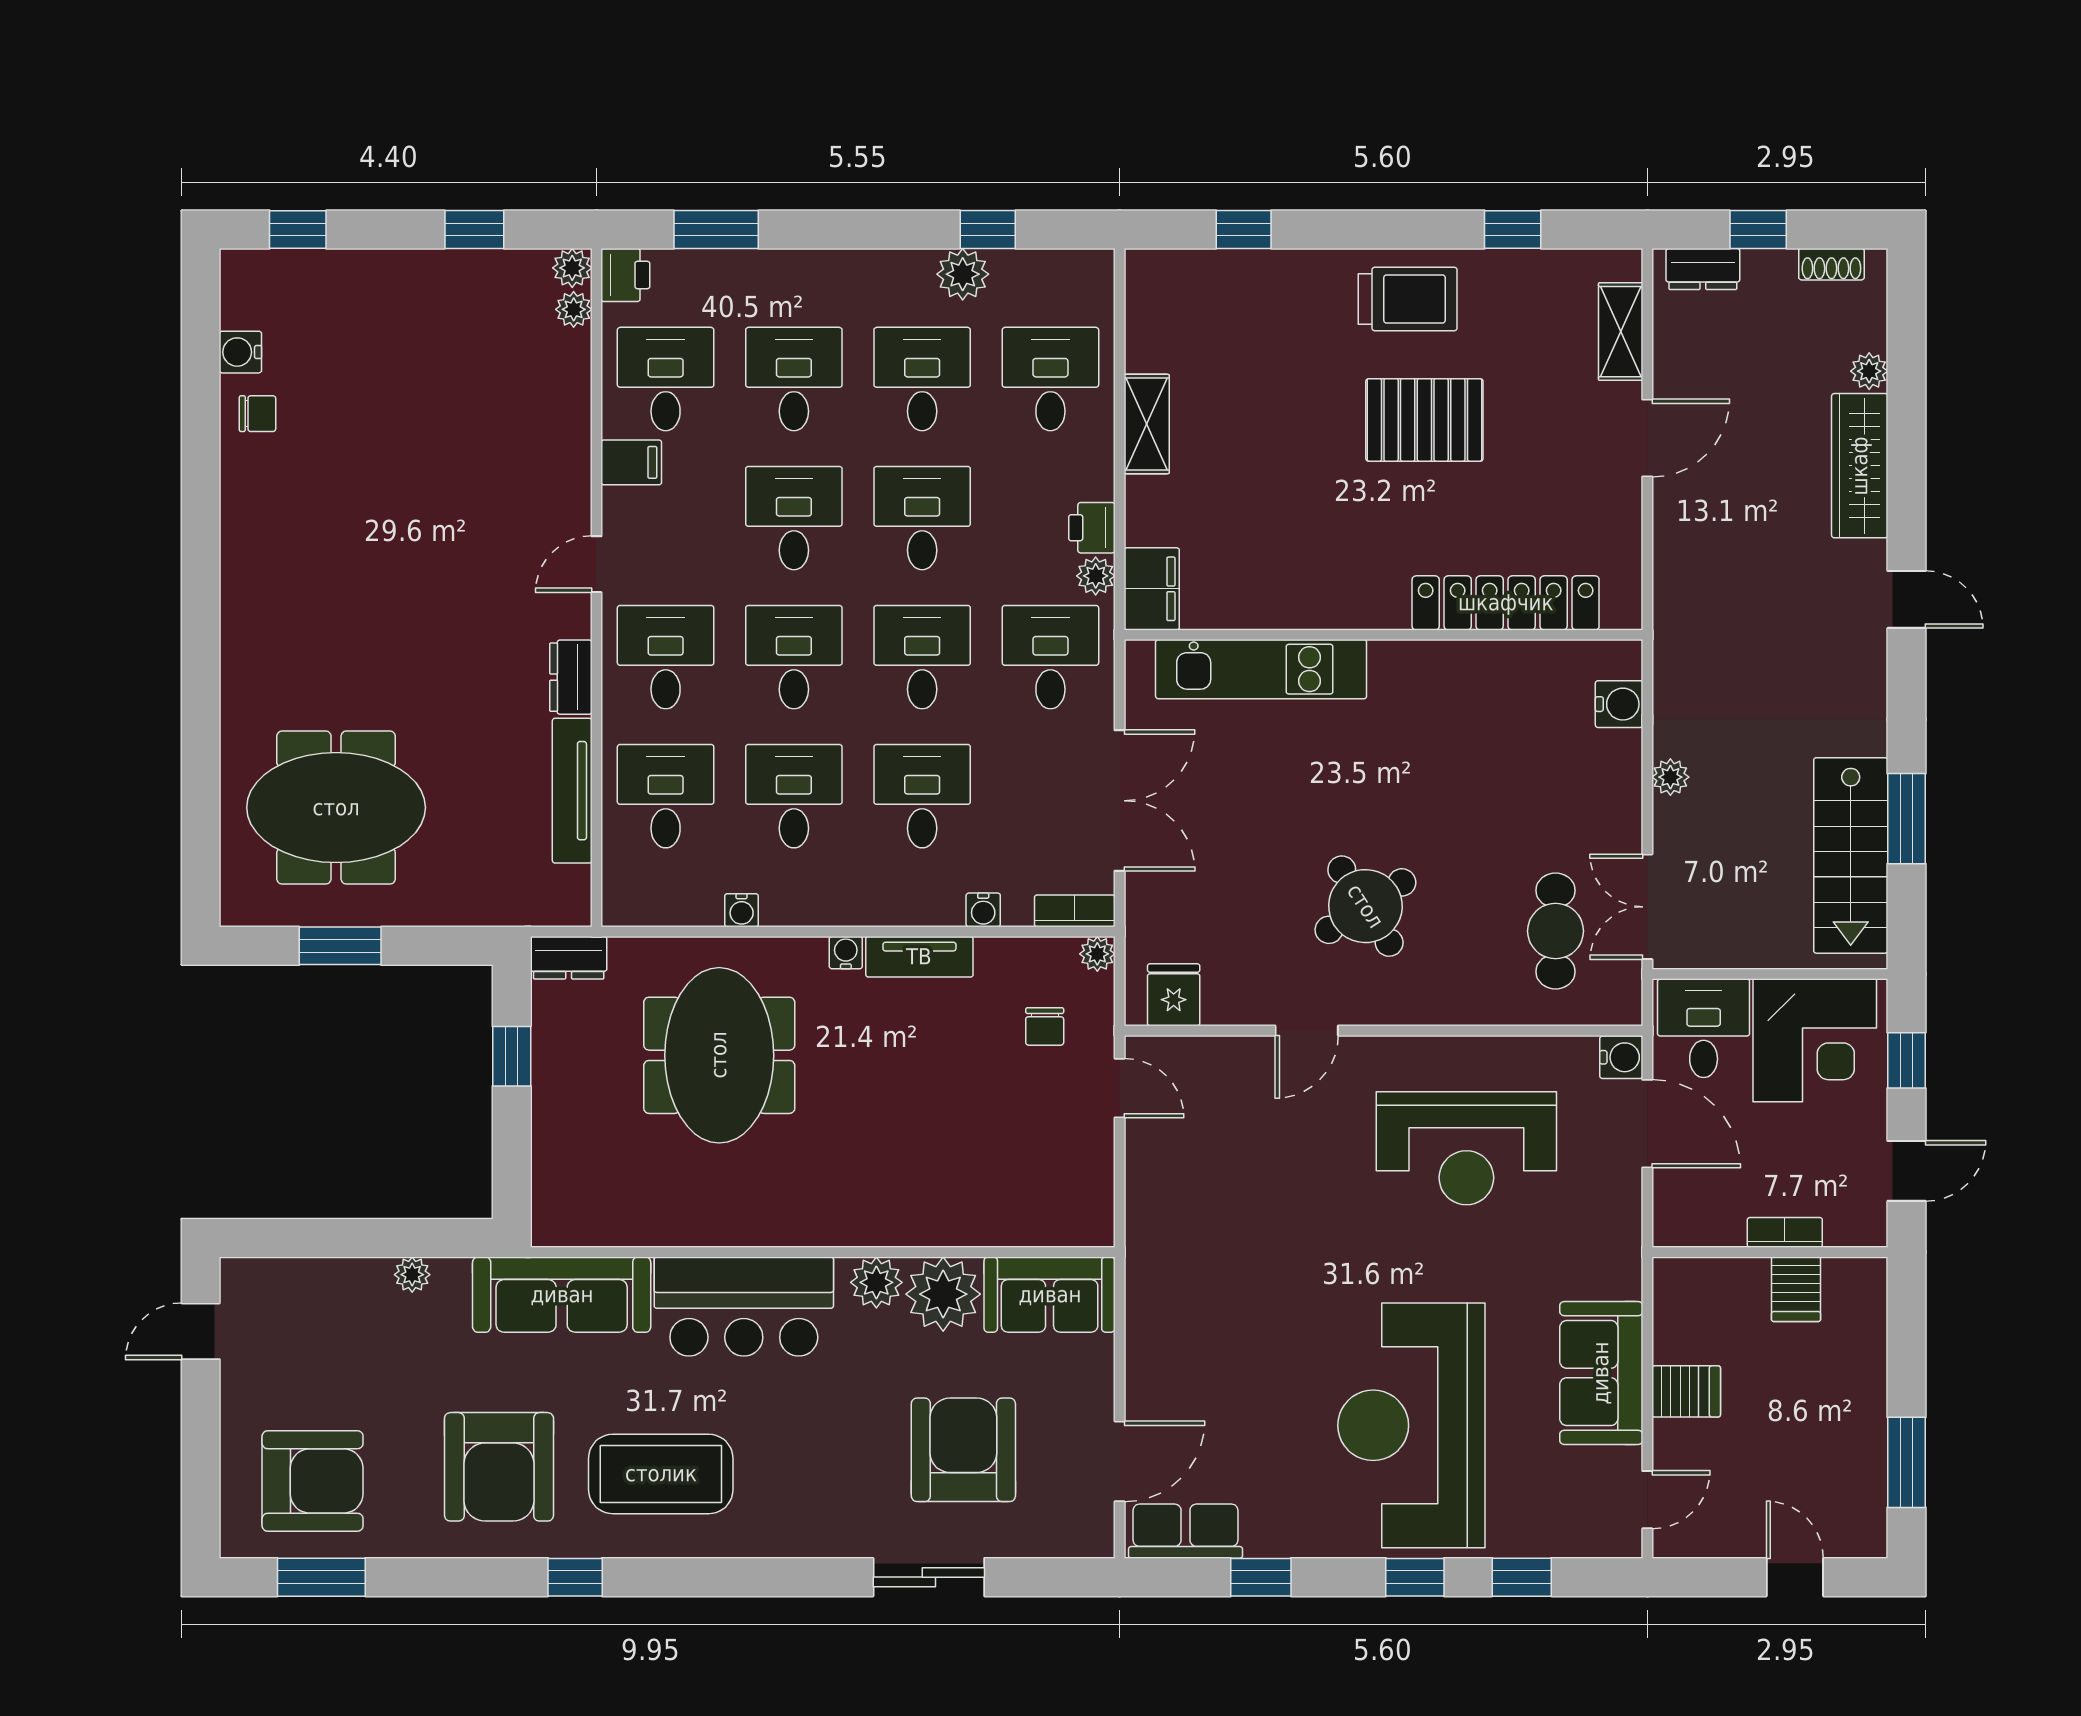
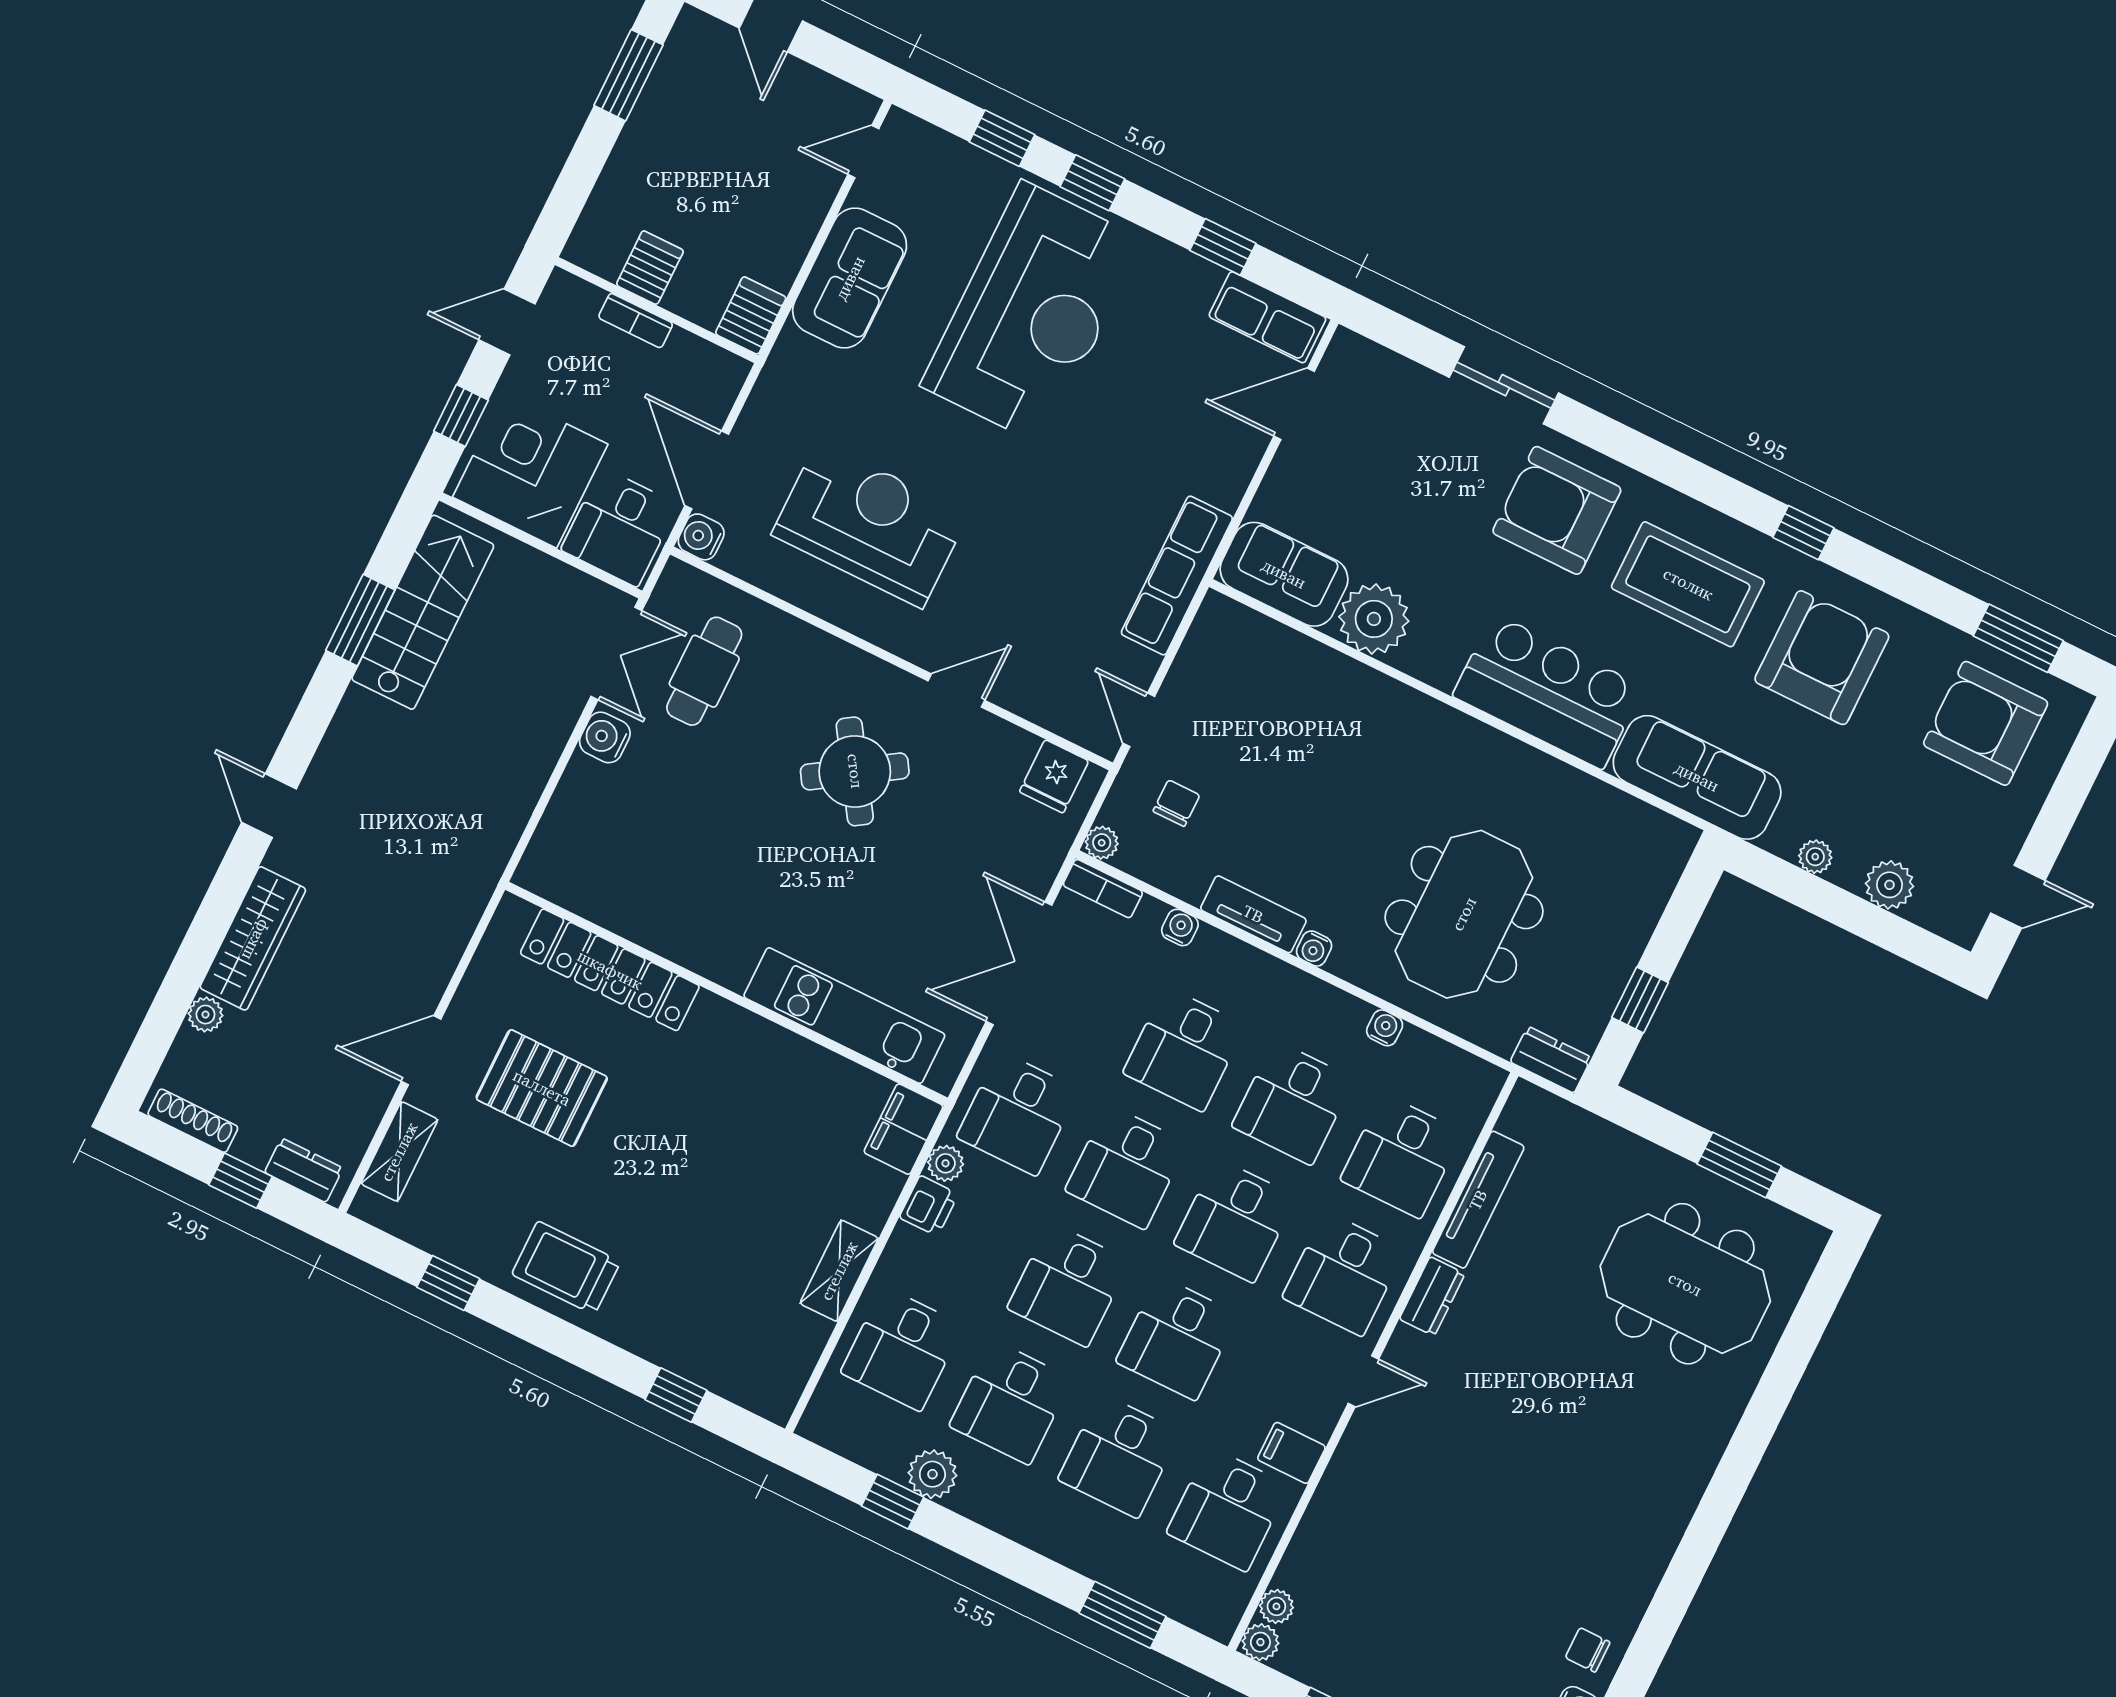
shoe rack: (1831, 264) -> (193, 1121), width x1.43
printer: (625, 275) -> (1218, 1614), removed
pallet: (1424, 420) -> (542, 1088), moved
water cooler: (1619, 704) -> (605, 737), moved
plant: (1670, 777) -> (543, 754), removed
row of seats: (1151, 1243) -> (1177, 576), added
plant: (876, 1282) -> (1890, 885), moved
server rack: (1686, 1391) -> (751, 316), moved, turned 90
armchair: (963, 1450) -> (1557, 510), moved, turned 90

